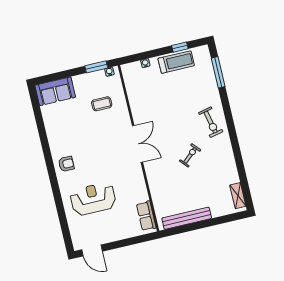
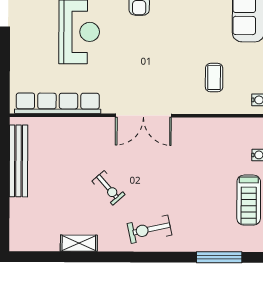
shelving: (238, 196) -> (79, 243), moved
row of seats: (146, 216) -> (58, 103), width x2.02

